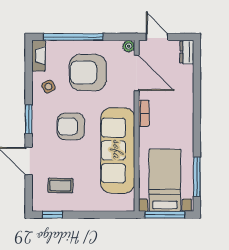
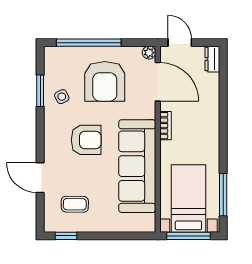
fireplace: (38, 56) -> (51, 63), removed
armchair: (88, 73) -> (105, 81), turned -90
window: (29, 119) -> (40, 91), moved
armchair: (71, 126) -> (86, 140), turned 180

